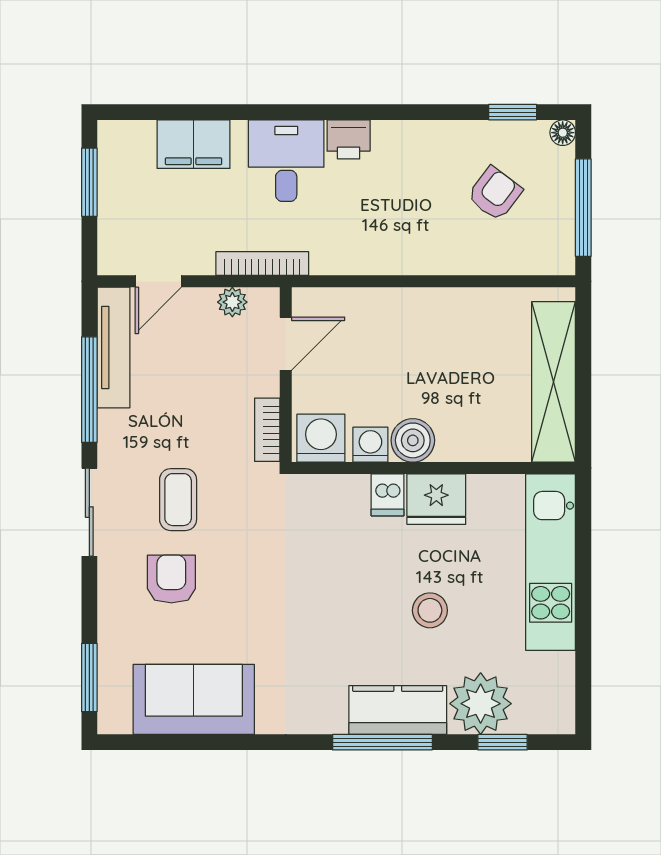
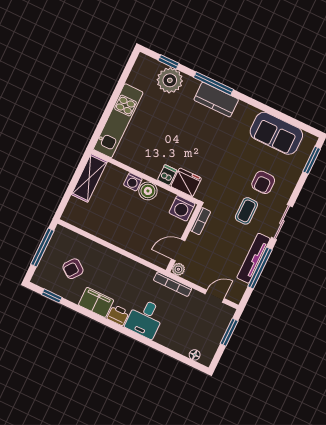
floor lamp: (563, 133) -> (195, 355), moved
filing cabinet: (193, 144) -> (96, 302), moved
window: (89, 182) -> (229, 332), moved
plant: (232, 302) -> (178, 269), moved
tv unit: (113, 348) -> (253, 258), moved
shelving: (554, 382) -> (89, 178), width x0.68
washing machine: (370, 445) -> (133, 182), moved
fridge: (436, 499) -> (186, 182), moved
stool: (430, 610) -> (172, 124), removed
kitchen counter: (398, 710) -> (216, 100), moved

